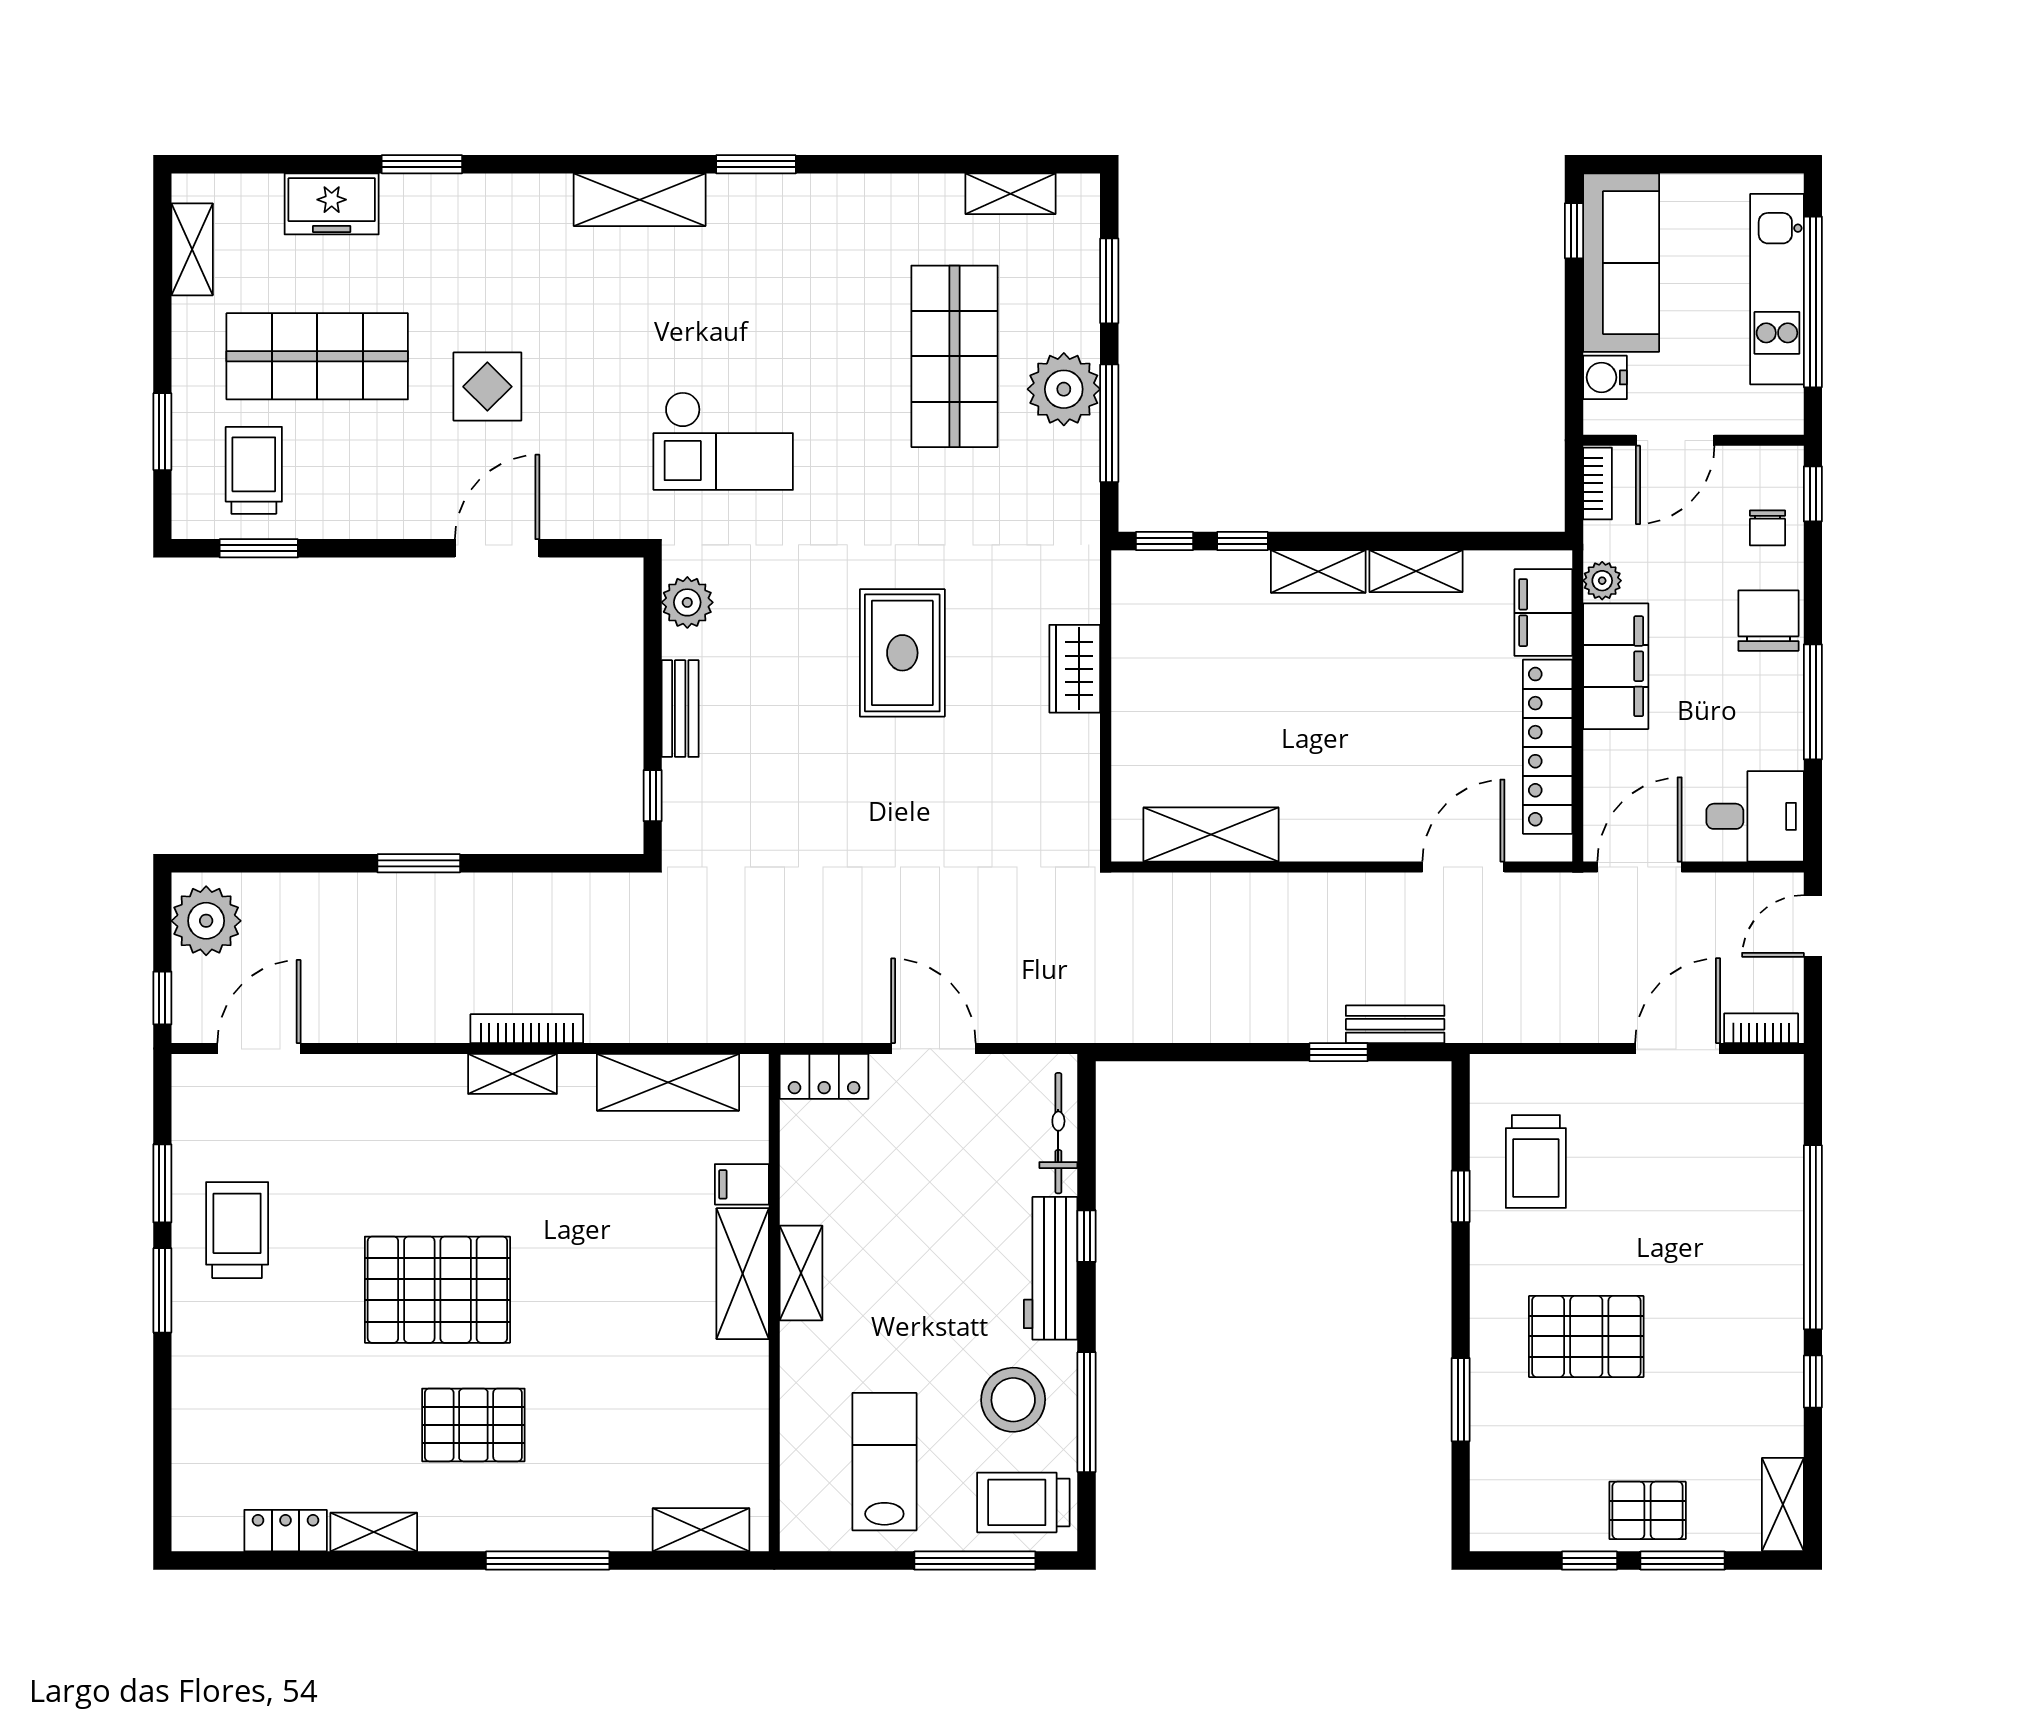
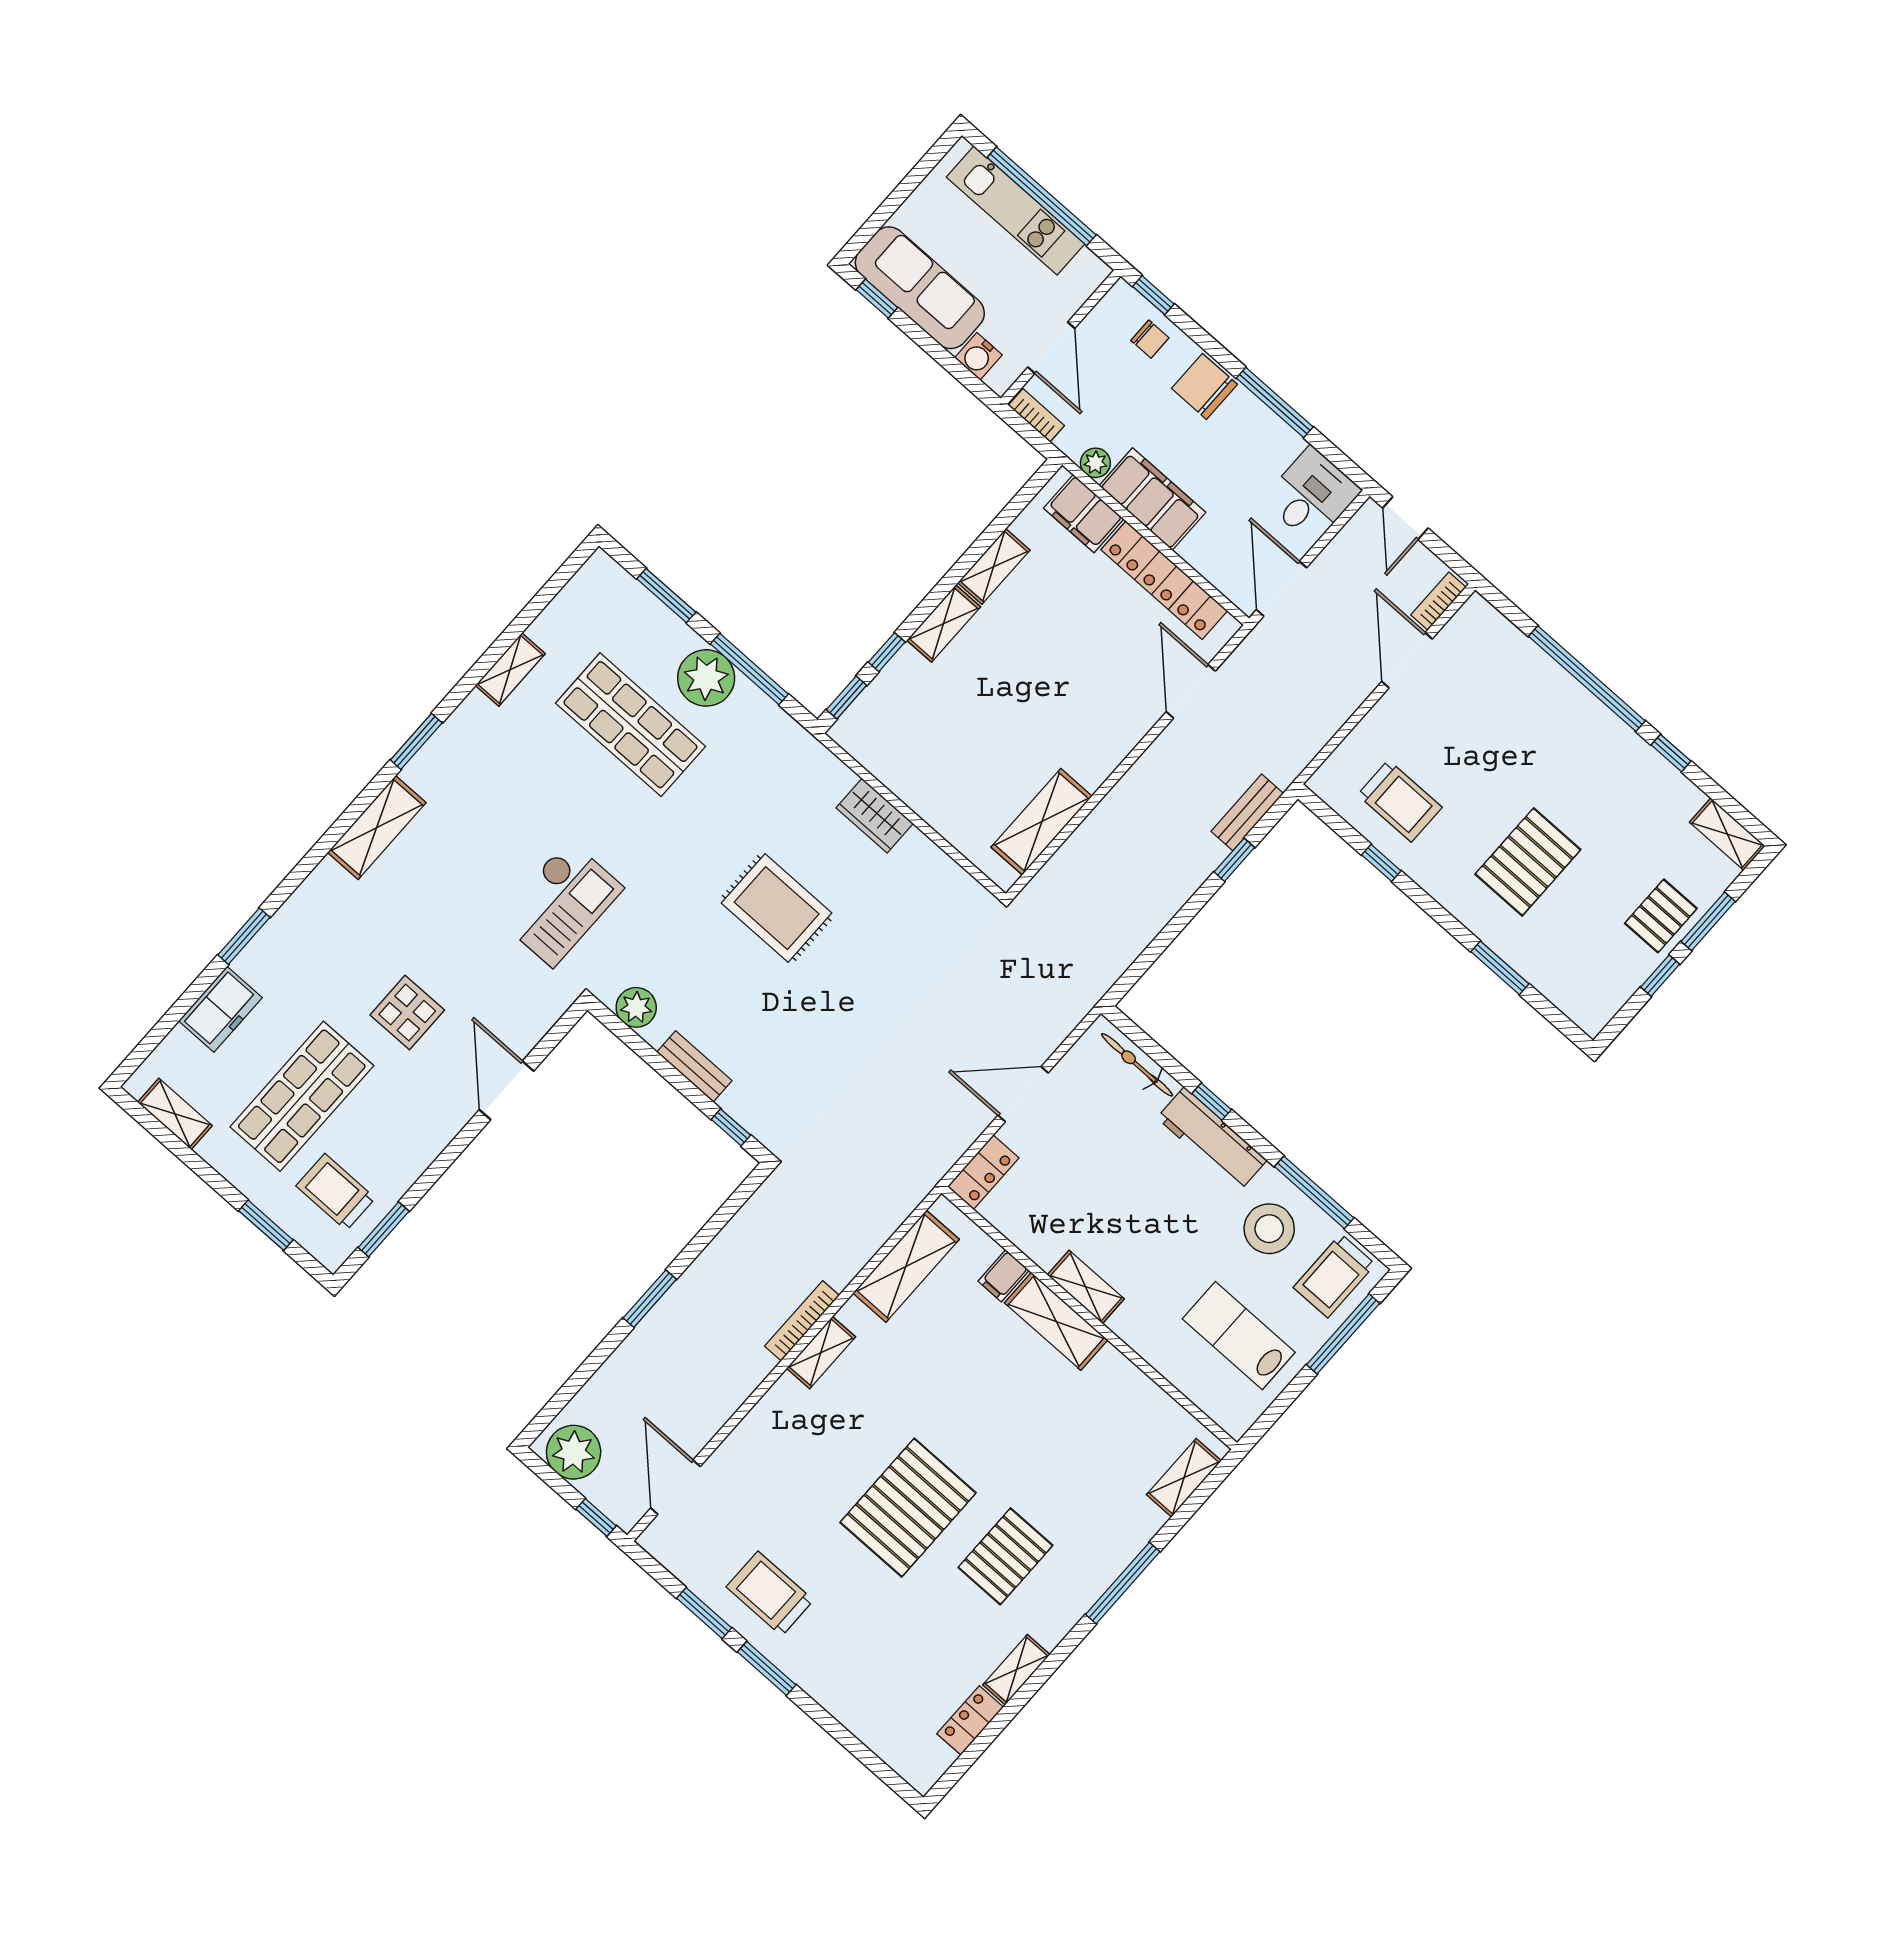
shelving: (1011, 194) -> (510, 670), moved

